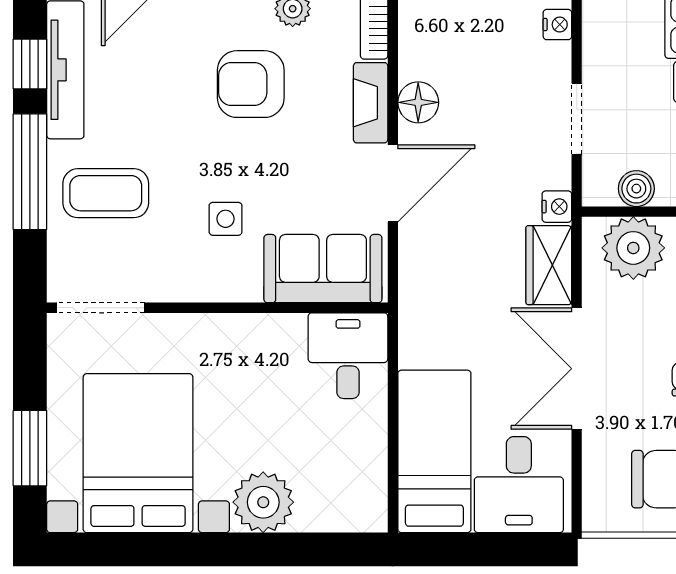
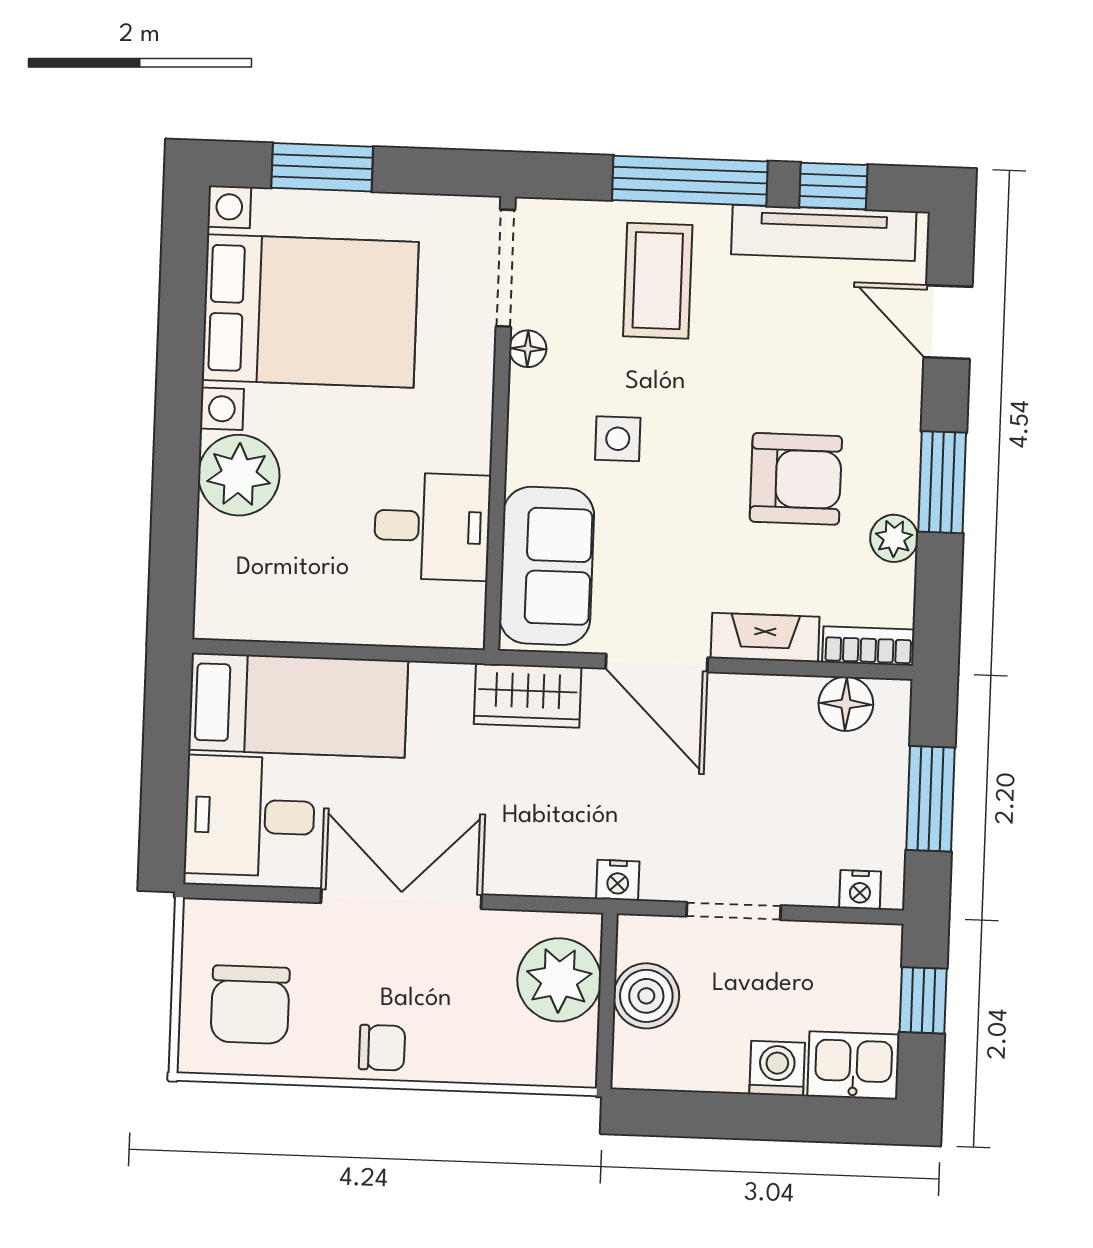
armchair: (251, 84) -> (796, 479), turned 90
floor lamp: (418, 102) -> (846, 704), moved
boiler: (636, 189) -> (646, 996), width x1.36, depth x1.36
wardrobe: (549, 265) -> (528, 696), moved, turned 180
floor lamp: (160, 289) -> (528, 349), added
desk: (348, 356) -> (432, 526), moved

